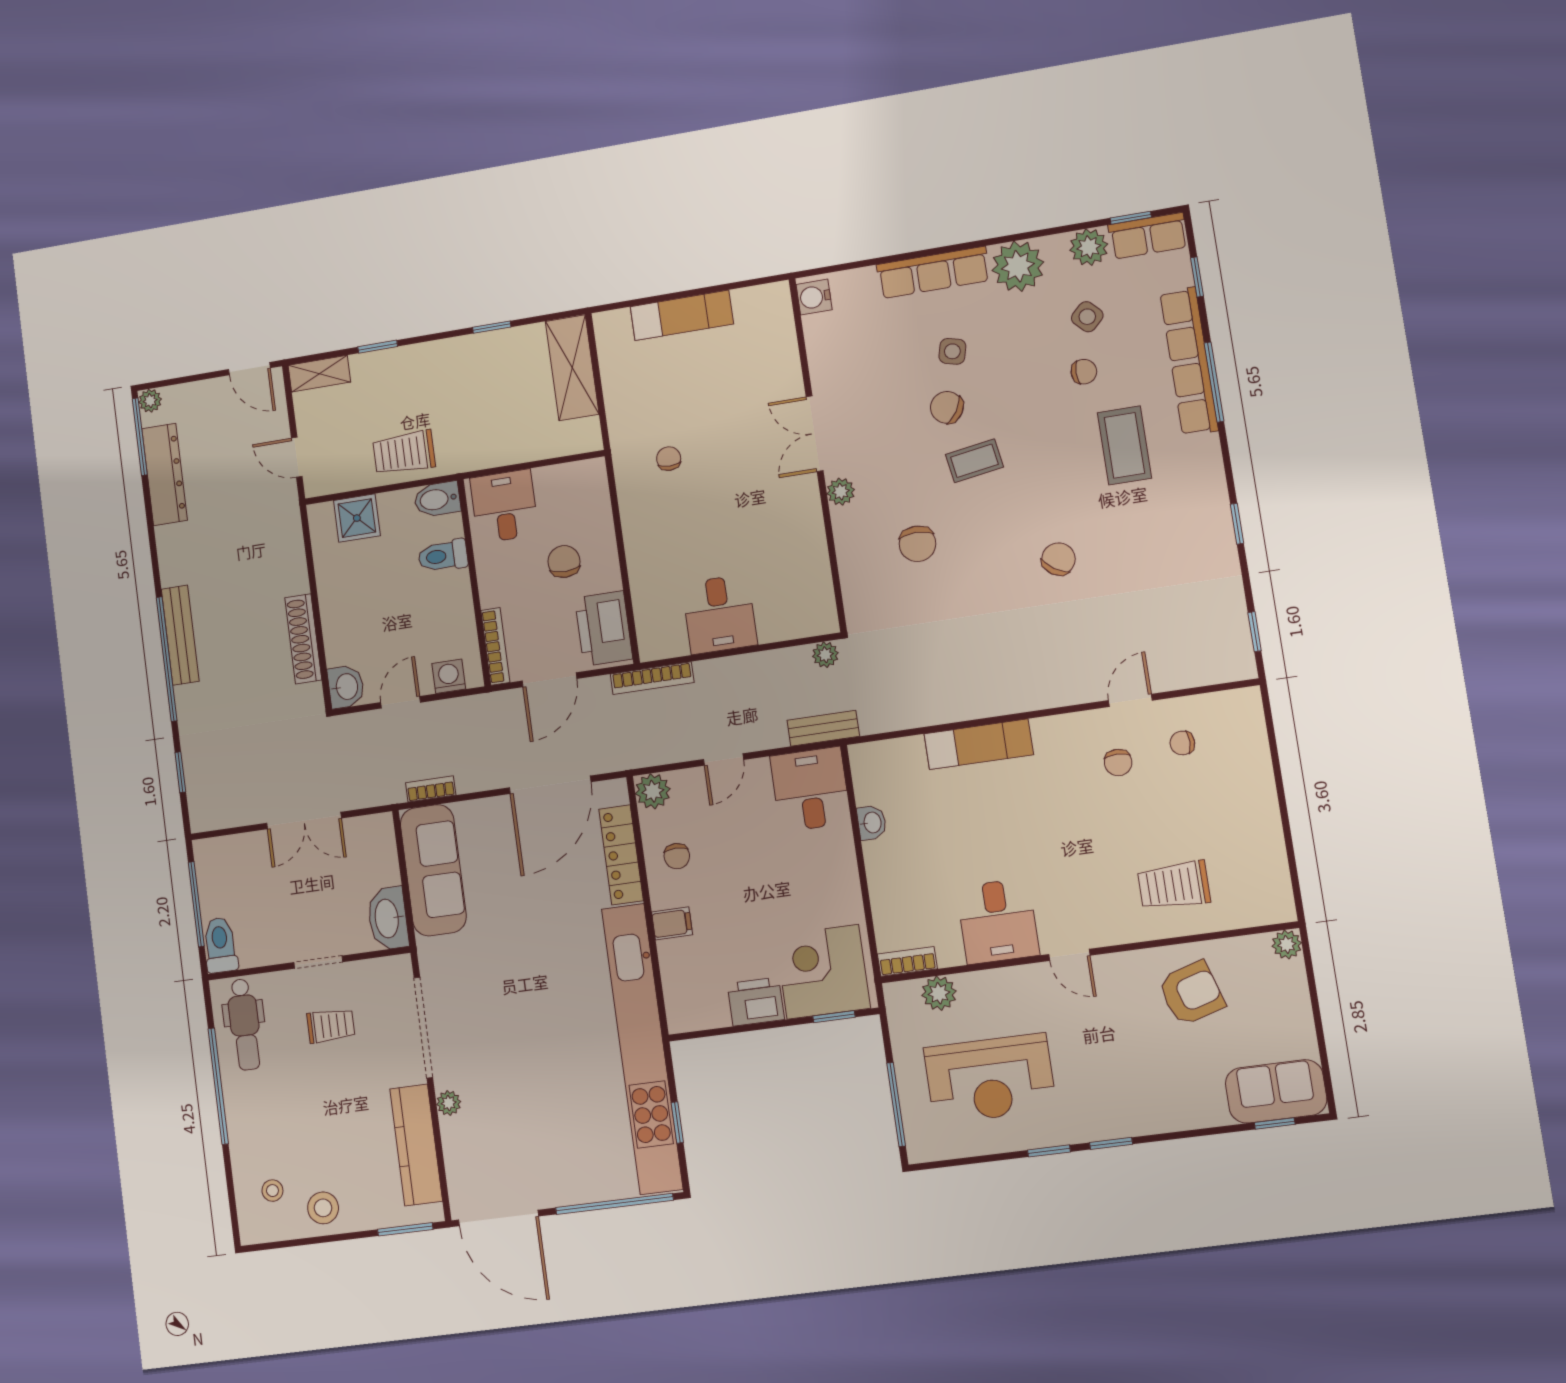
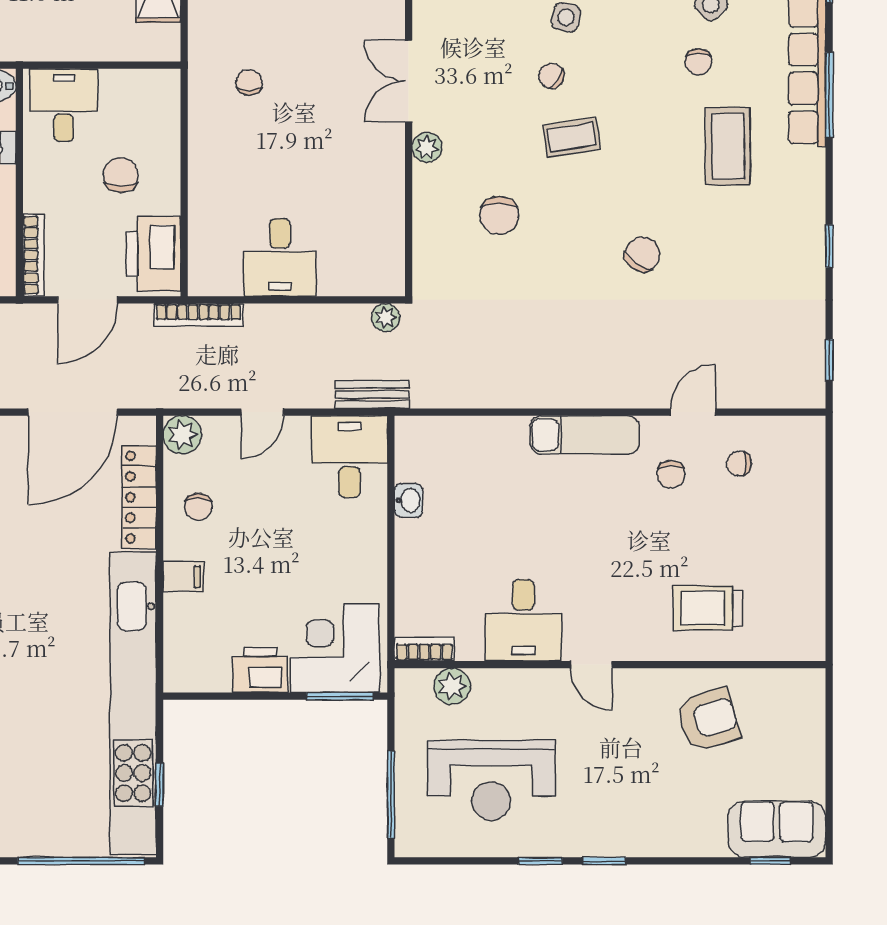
chair: (1084, 372) -> (698, 62), turned 90
chair: (947, 407) -> (551, 76), width x0.73, depth x0.73
exam couch: (979, 744) -> (585, 435), moved
plant: (1287, 945) -> (811, 683), removed
window: (834, 1017) -> (340, 696), width x1.50

